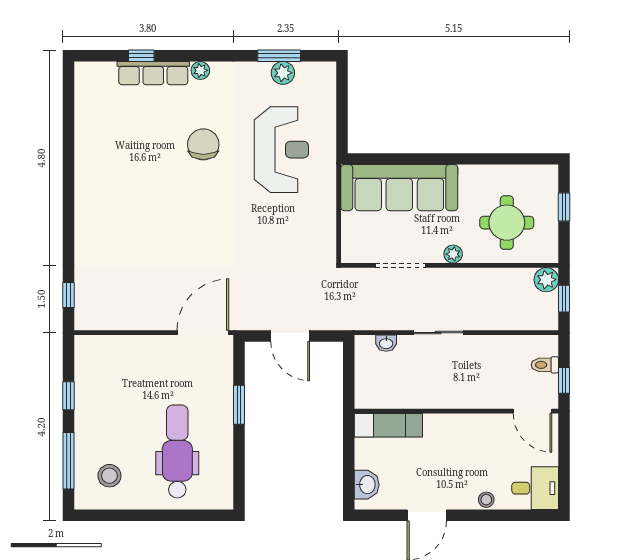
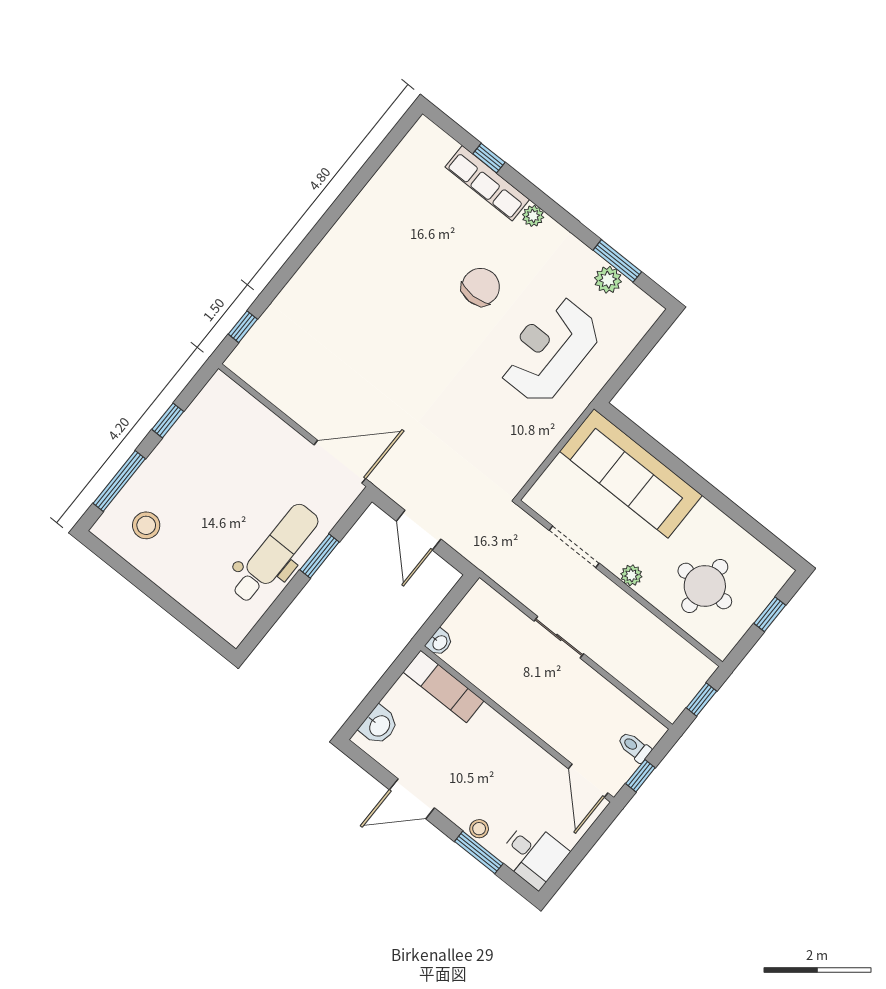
reception desk: (281, 150) -> (549, 350), turned 180
plant: (546, 280) -> (699, 669), removed
washbasin: (386, 343) -> (439, 642), moved, turned -90
dental chair: (177, 451) -> (275, 553), moved
window: (499, 515) -> (479, 852), added

